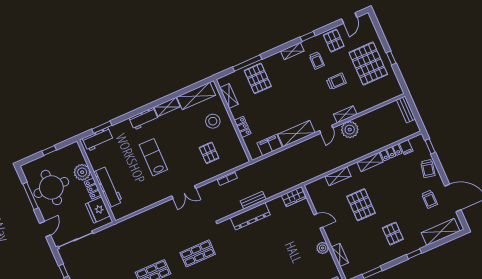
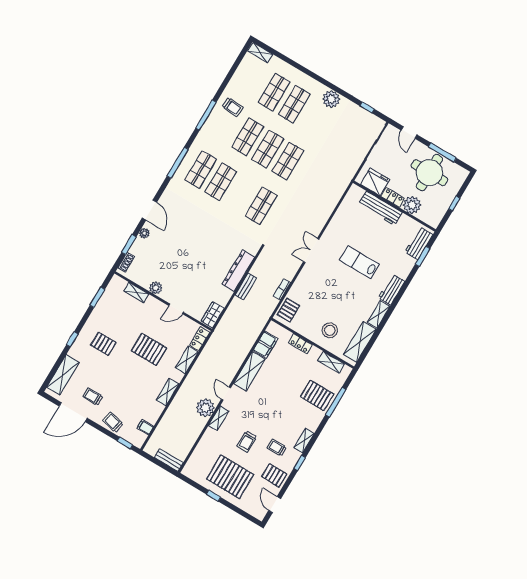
locker: (391, 152) -> (200, 339), moved
pallet: (209, 153) -> (289, 310), moved, turned 90
lab bench: (153, 157) -> (359, 262), turned 180

